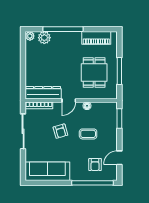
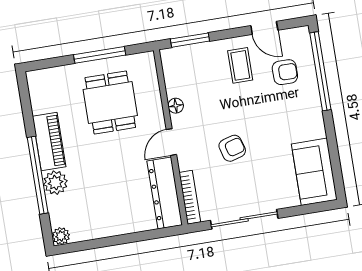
plant: (44, 38) -> (55, 183), moved
piano: (96, 38) -> (49, 142), moved
dining table: (94, 73) -> (110, 103), turned 90
door: (69, 101) -> (171, 142), swing flipped
coffee table: (88, 134) -> (240, 65), moved
sofa: (47, 171) -> (314, 172), width x0.73

